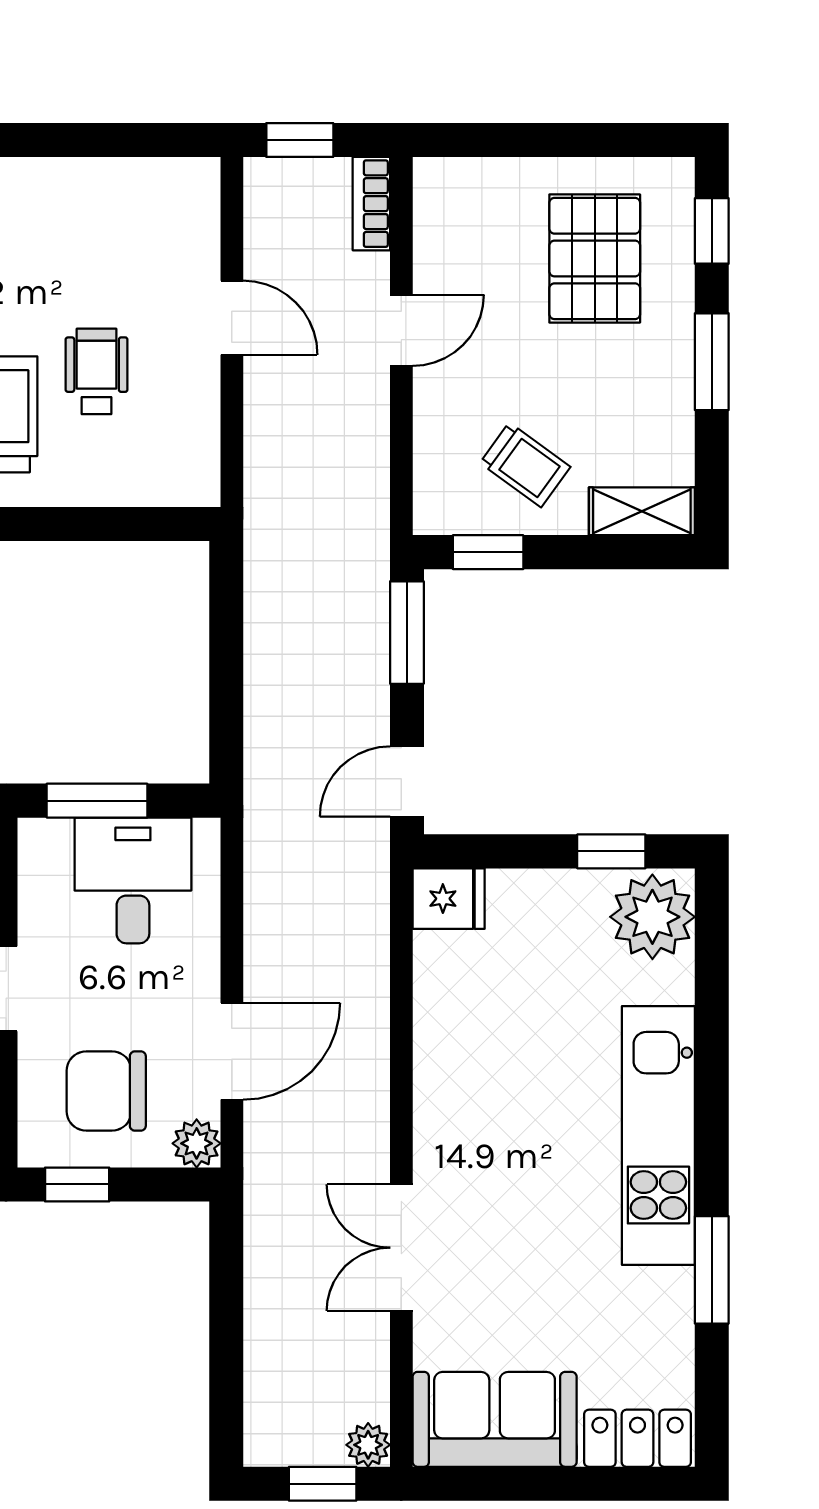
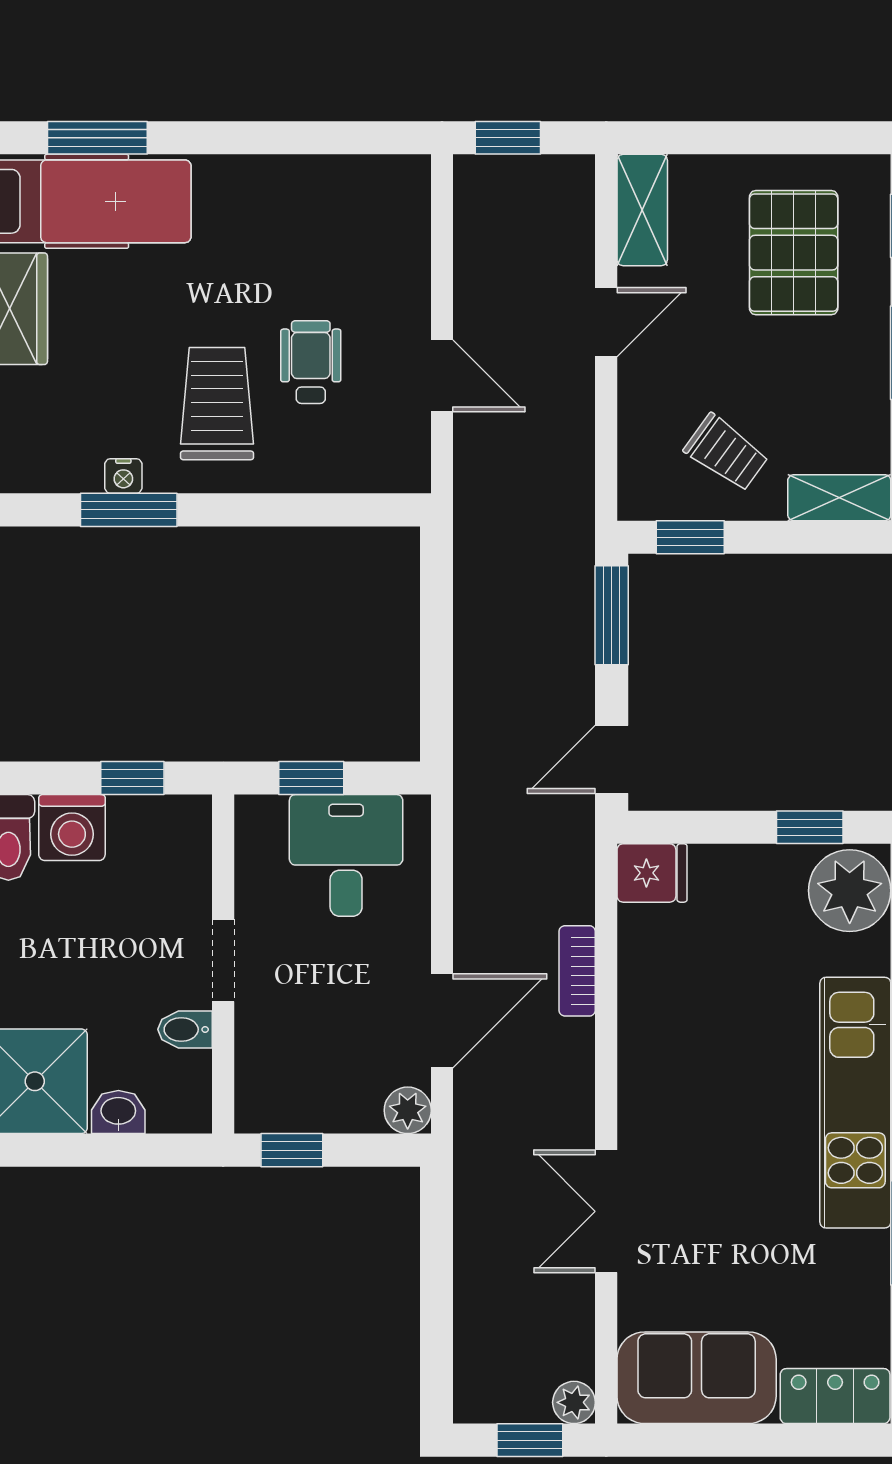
bookcase: (371, 204) -> (577, 971), moved
shelving: (438, 215) -> (642, 210), added
door: (232, 318) -> (442, 376), moved
window: (97, 801) -> (311, 778), width x0.67
chair: (106, 1091) -> (320, 1060), removed

